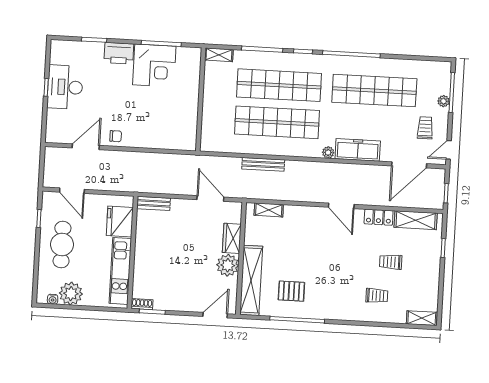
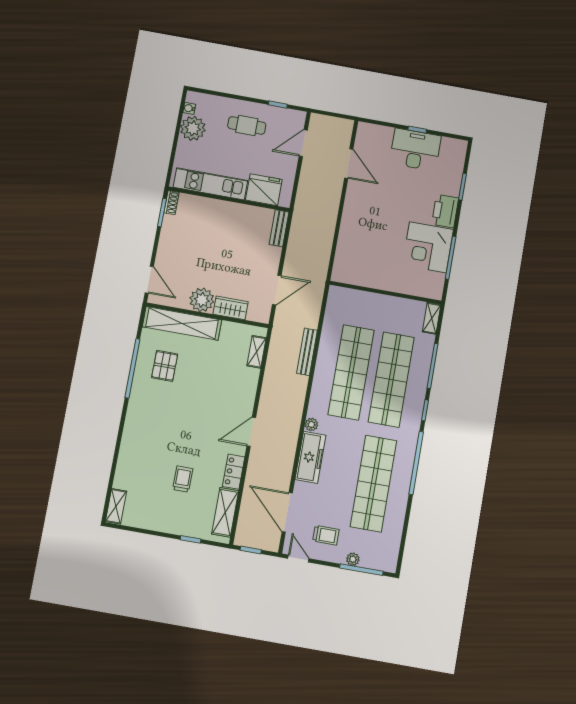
chair: (116, 136) -> (356, 197), removed
cafe table: (62, 245) -> (247, 125), width x0.73, depth x0.74
trolley: (377, 296) -> (147, 459), removed

